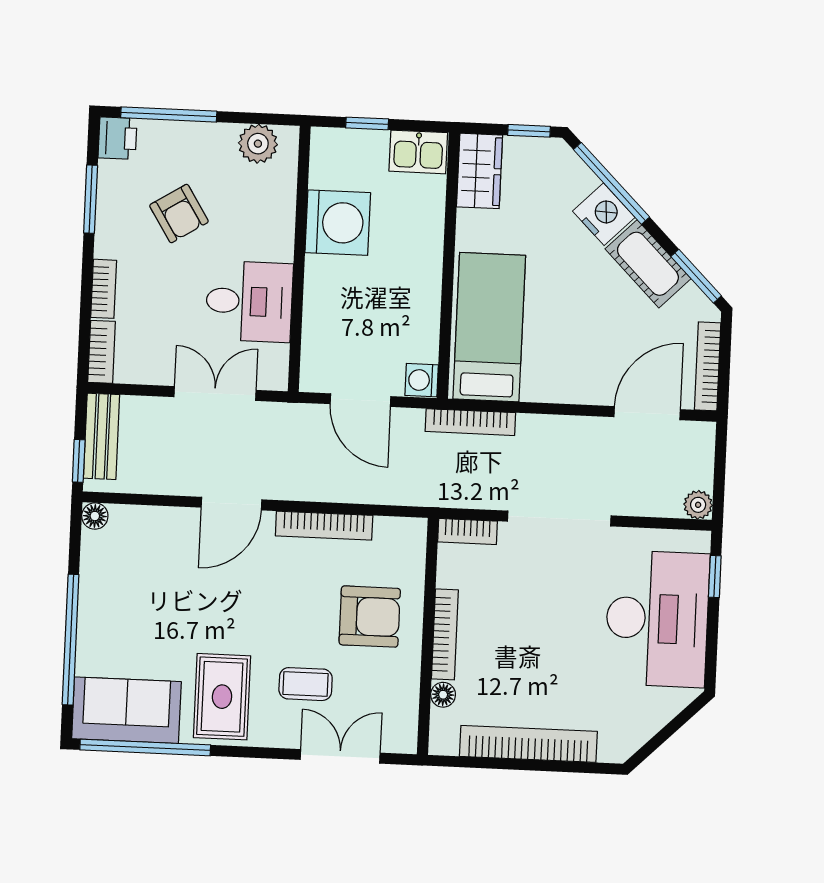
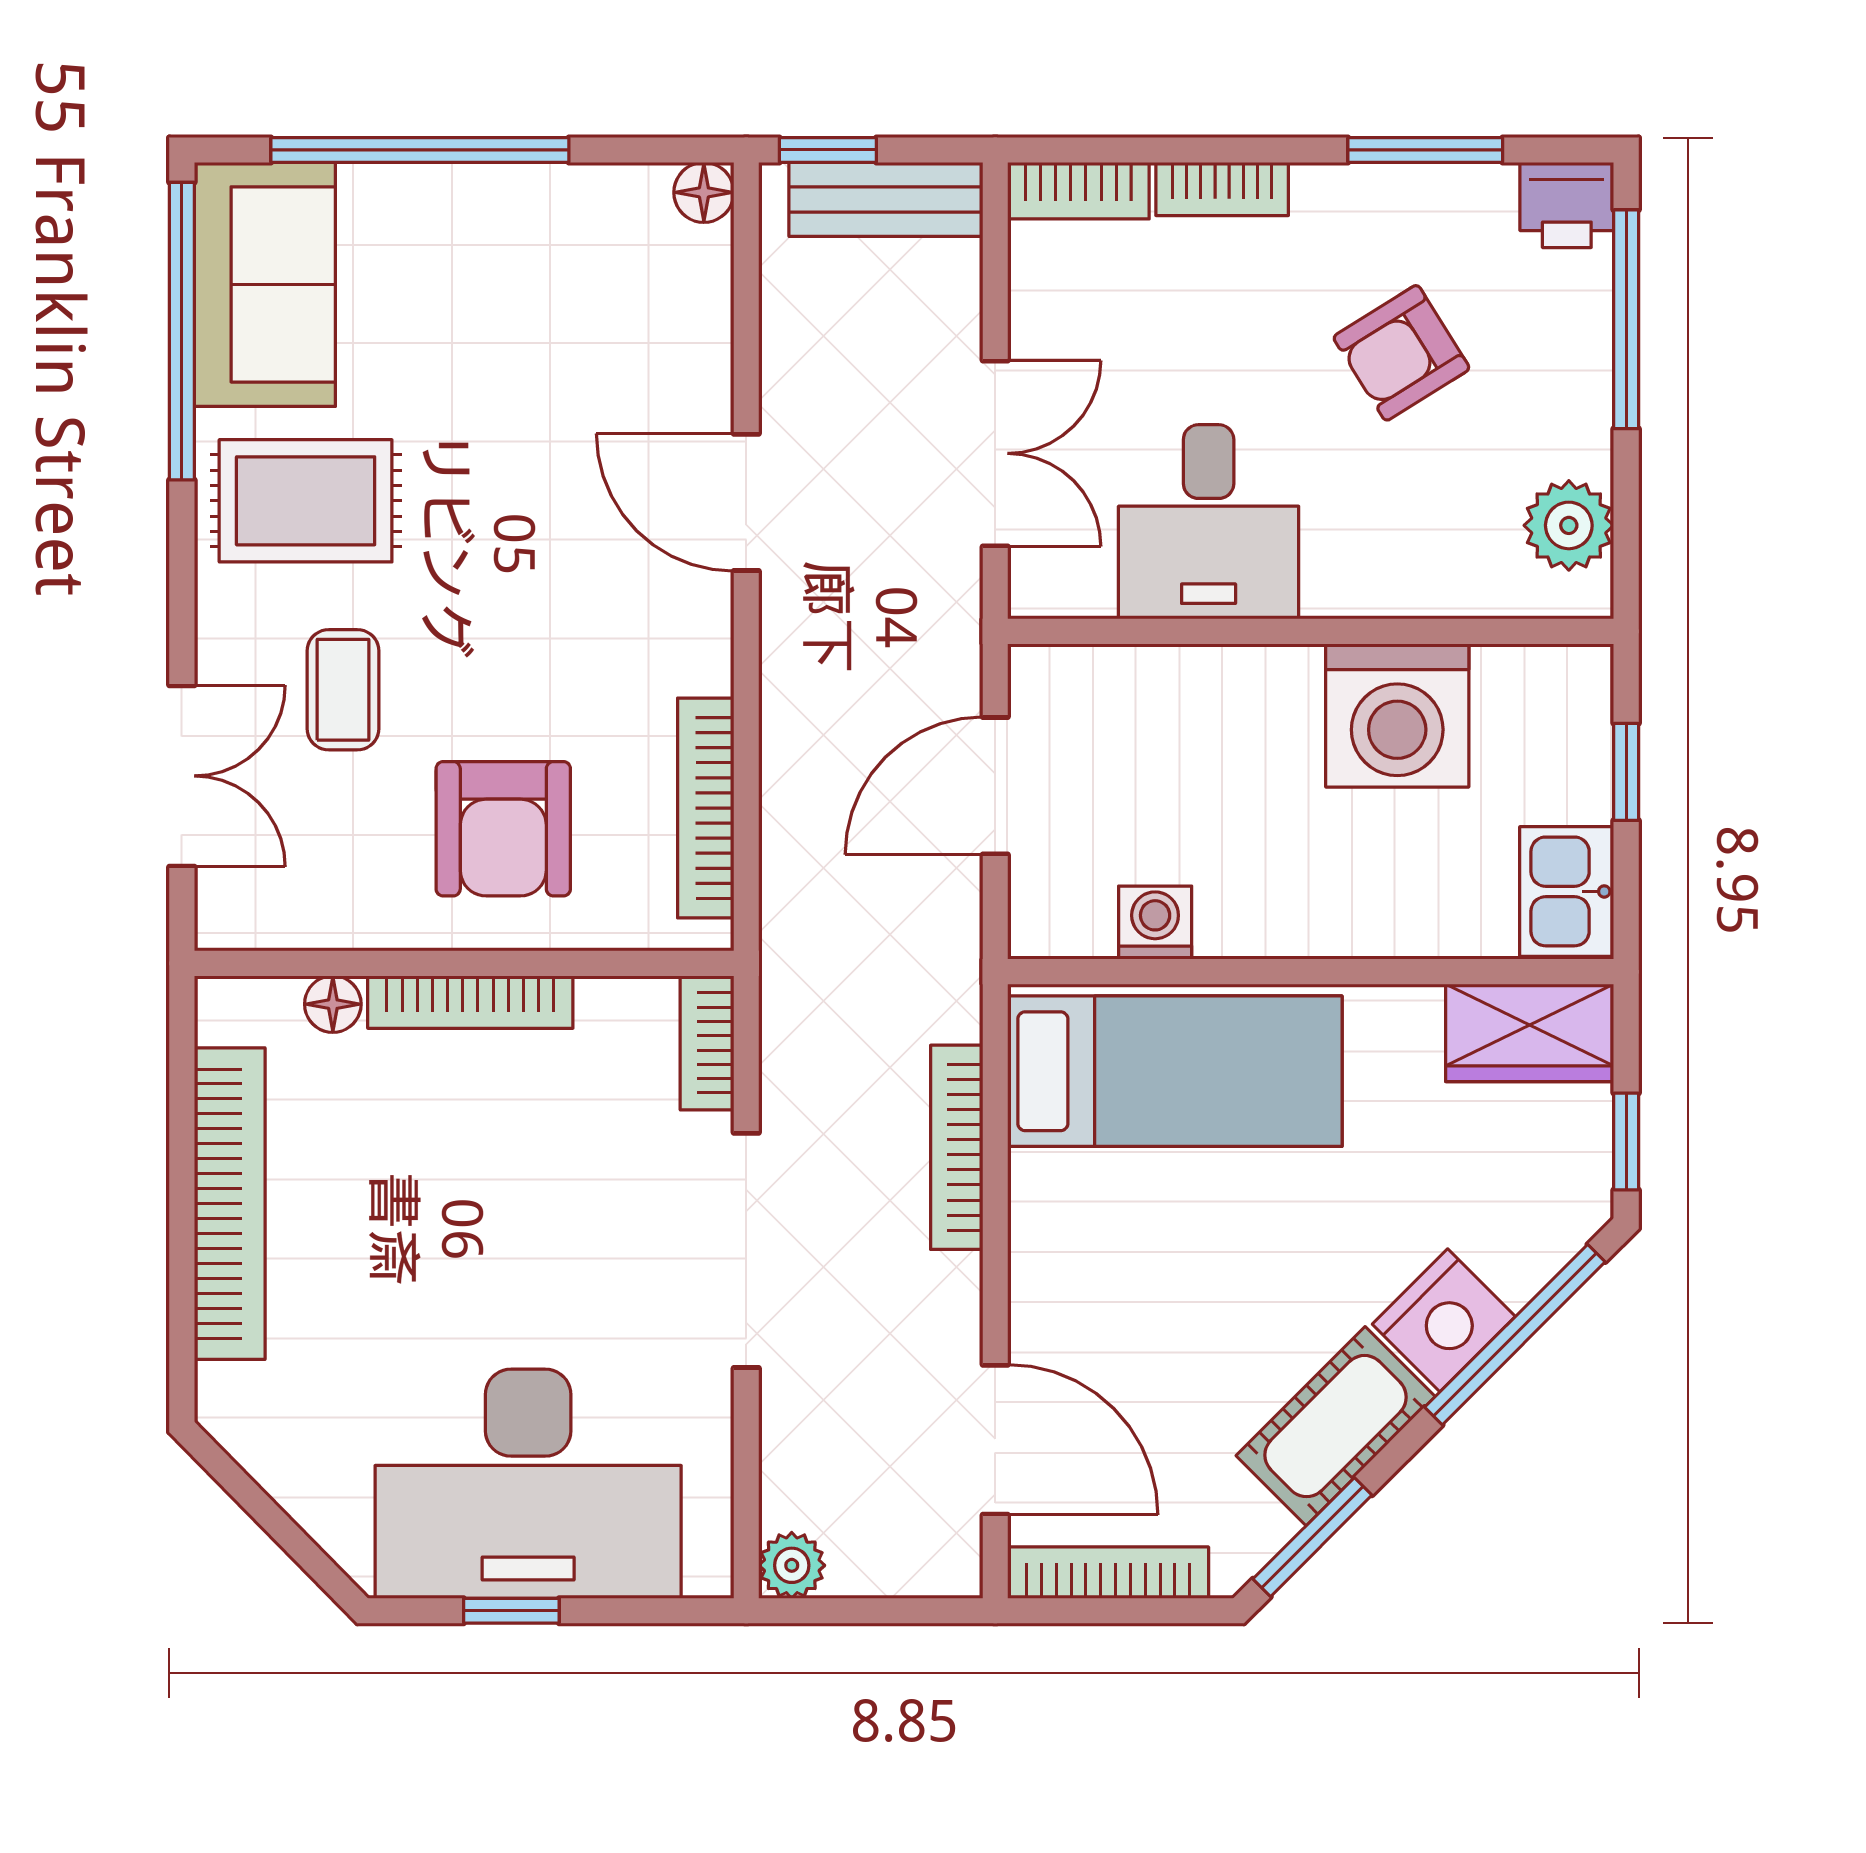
washing machine: (422, 380) -> (1155, 923), moved
bookcase: (470, 422) -> (957, 1147), moved
bookcase: (324, 526) -> (706, 808), moved
window: (715, 577) -> (511, 1611), moved

